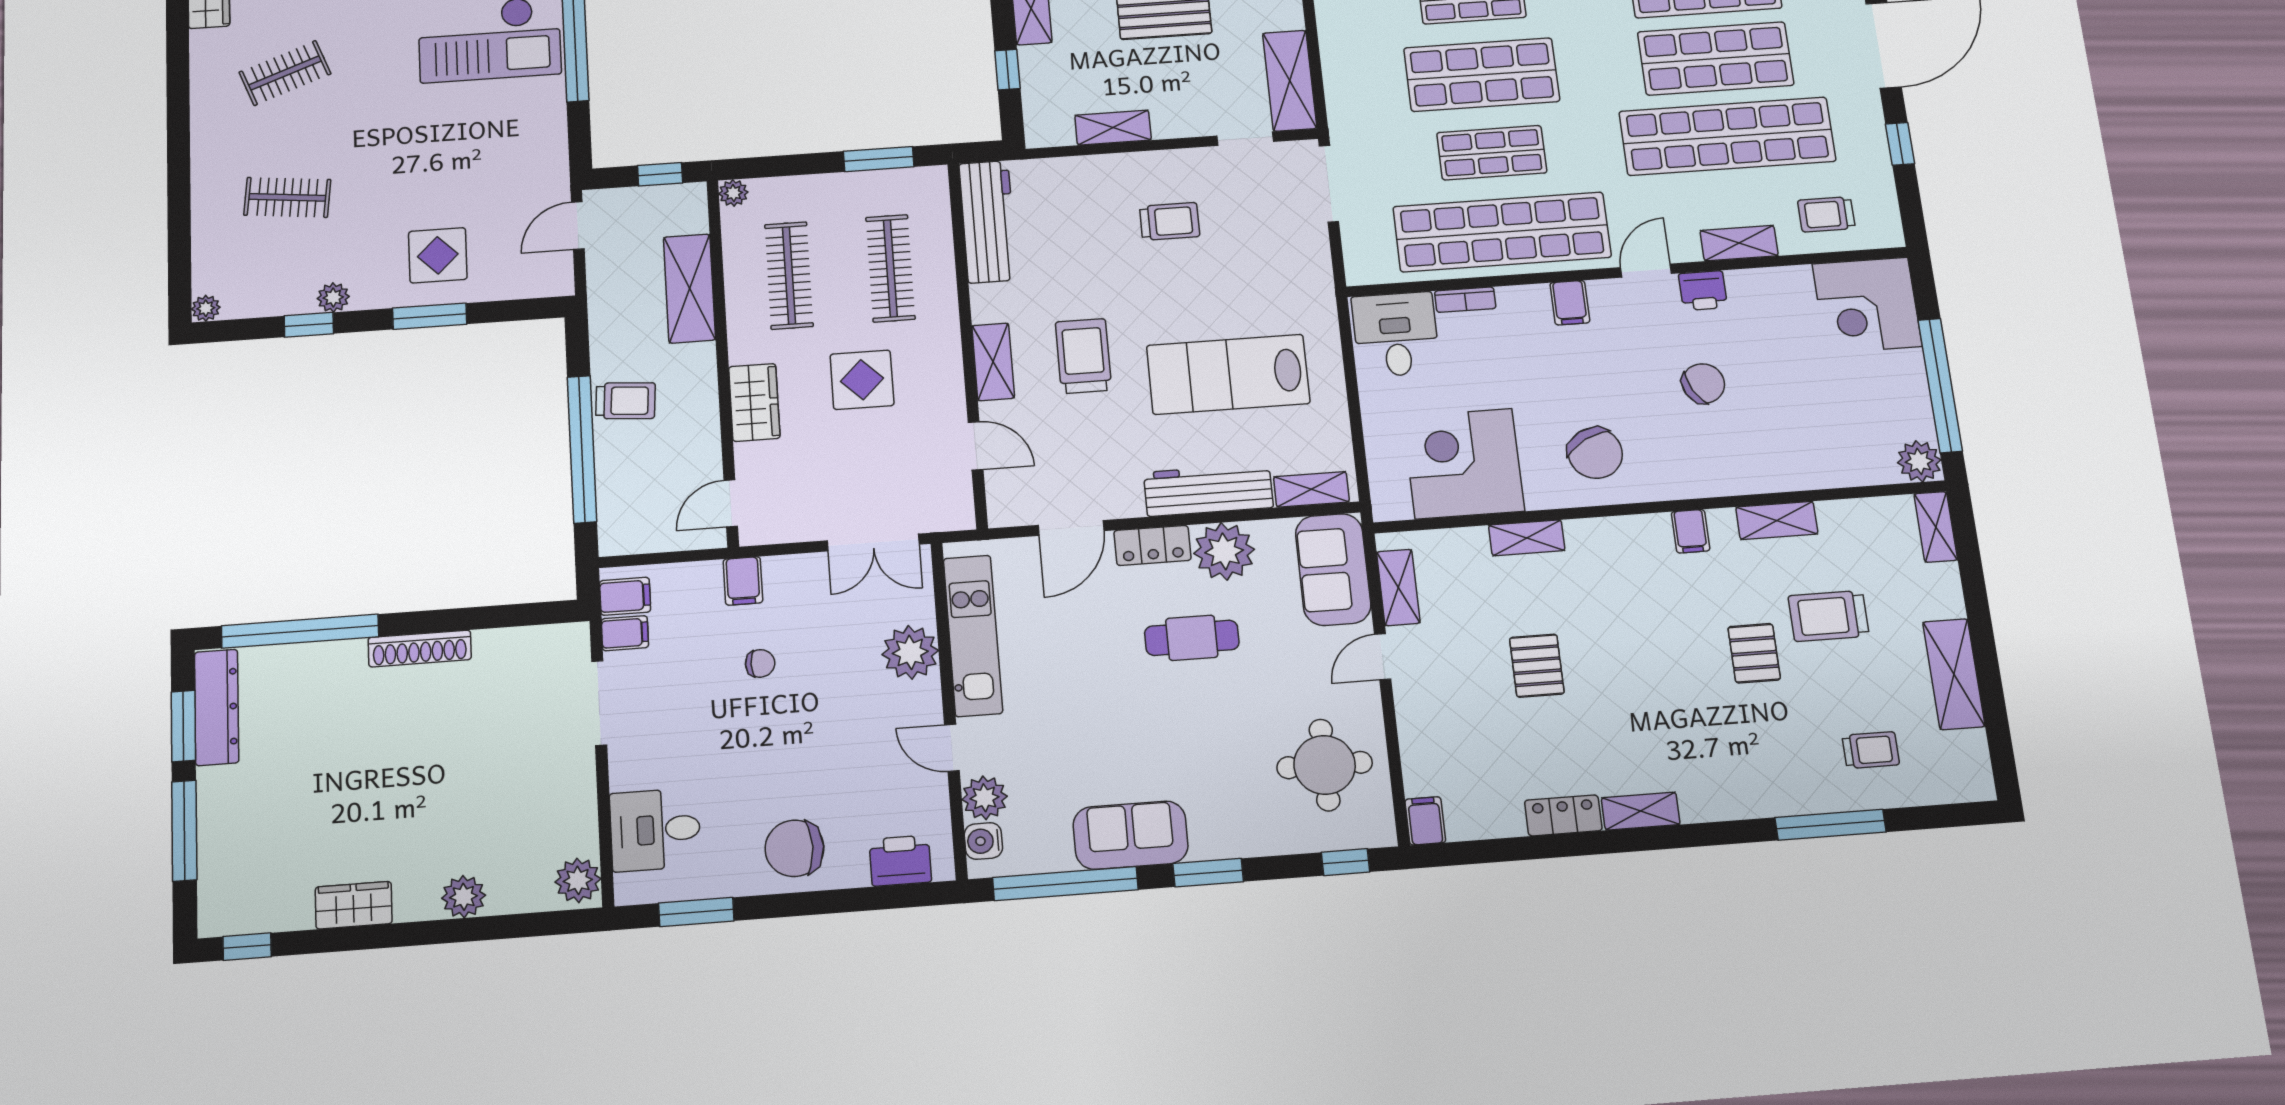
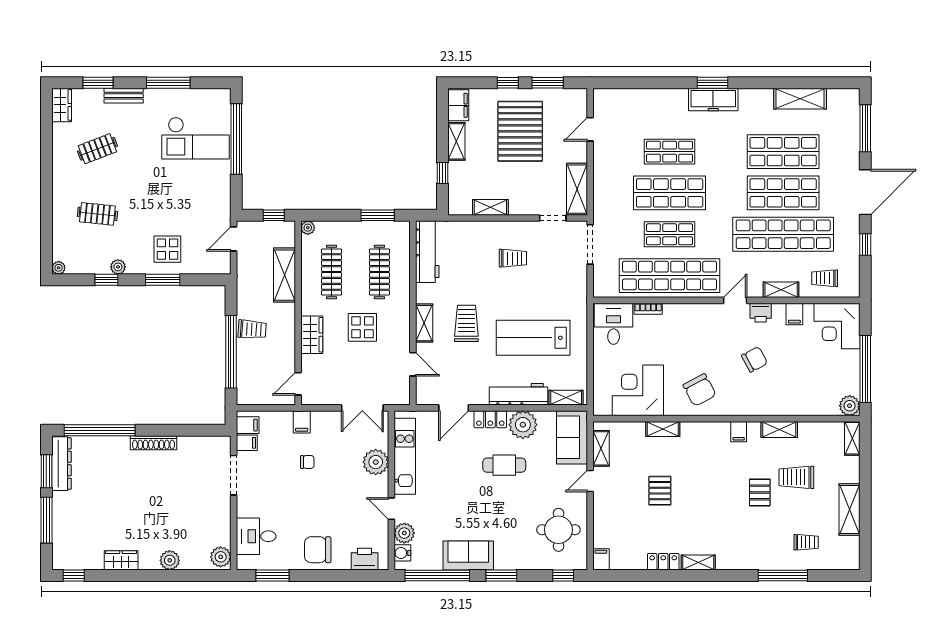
filing cabinet: (1570, 303) -> (794, 314), moved

